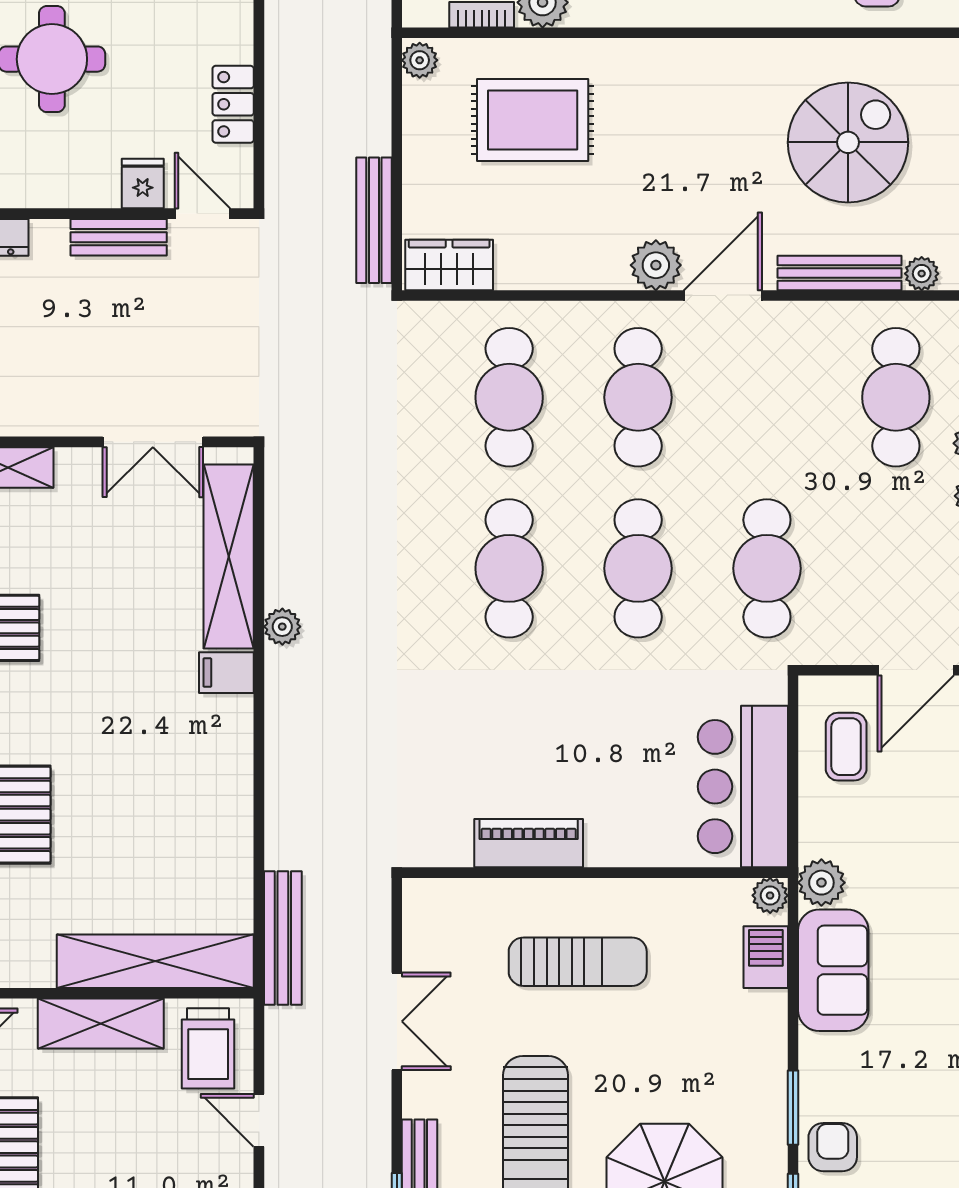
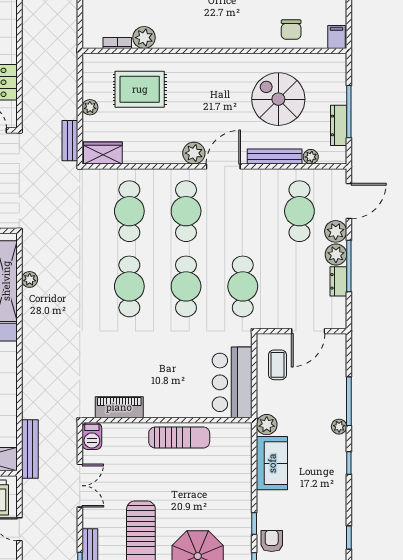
plant: (420, 60) -> (90, 107), moved
spiral stairs: (848, 142) -> (278, 99), turned -90
bench: (374, 220) -> (70, 141), width x0.73
plant: (282, 627) -> (30, 279), moved
piano: (529, 843) -> (119, 407), moved
plant: (770, 895) -> (244, 430), removed
barbecue: (766, 957) -> (92, 436), moved, turned 180
sun lounger: (578, 962) -> (179, 437), moved
window: (793, 1108) -> (254, 524), width x0.67

